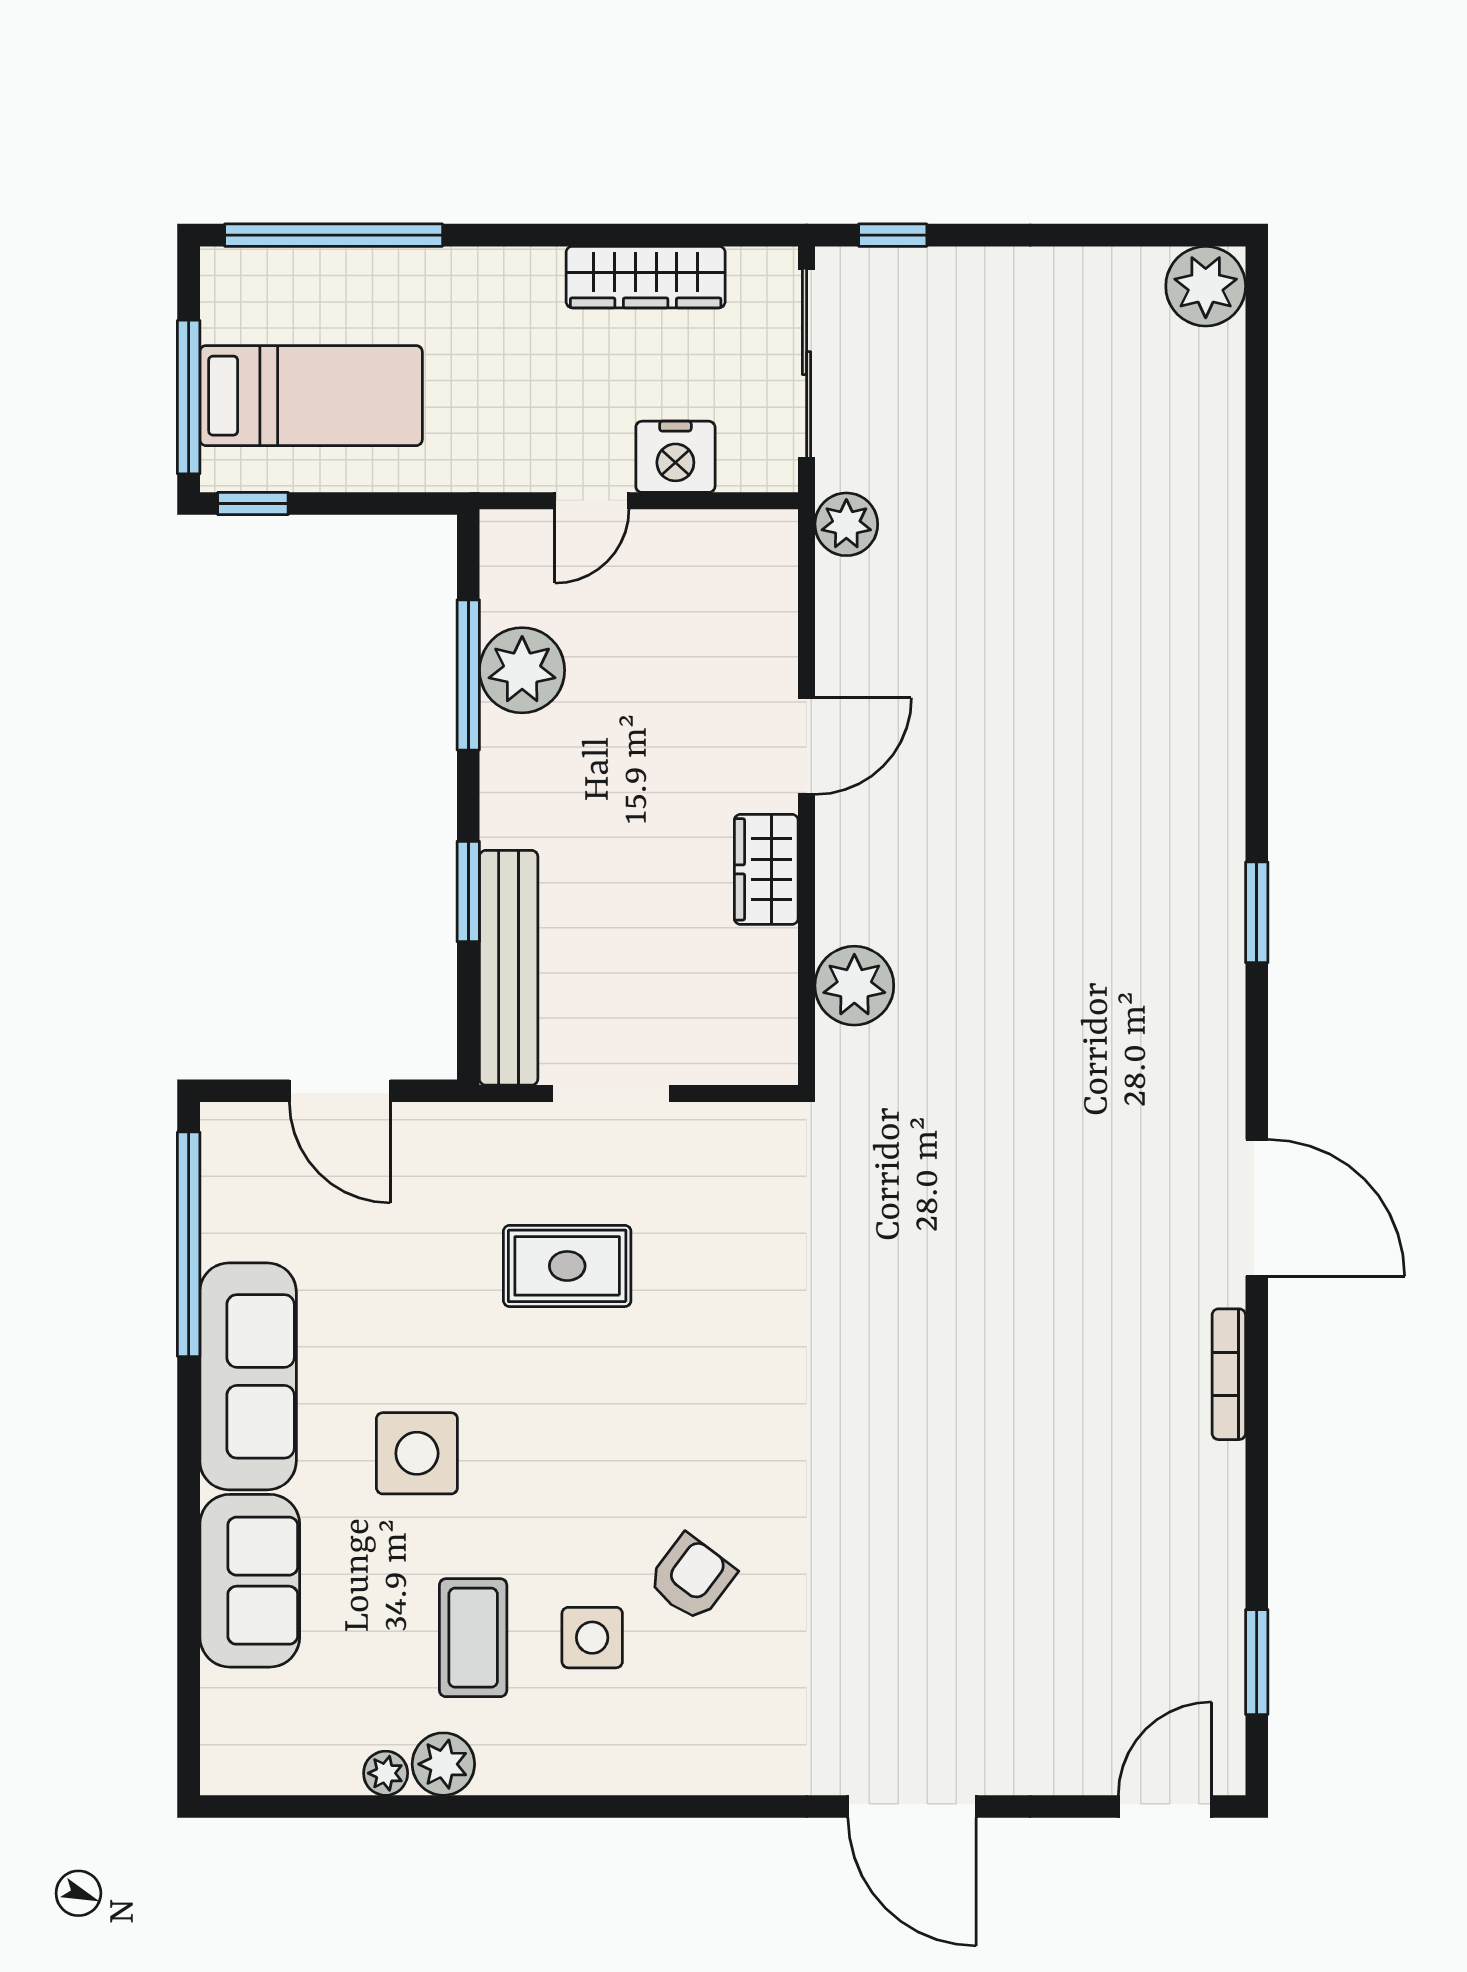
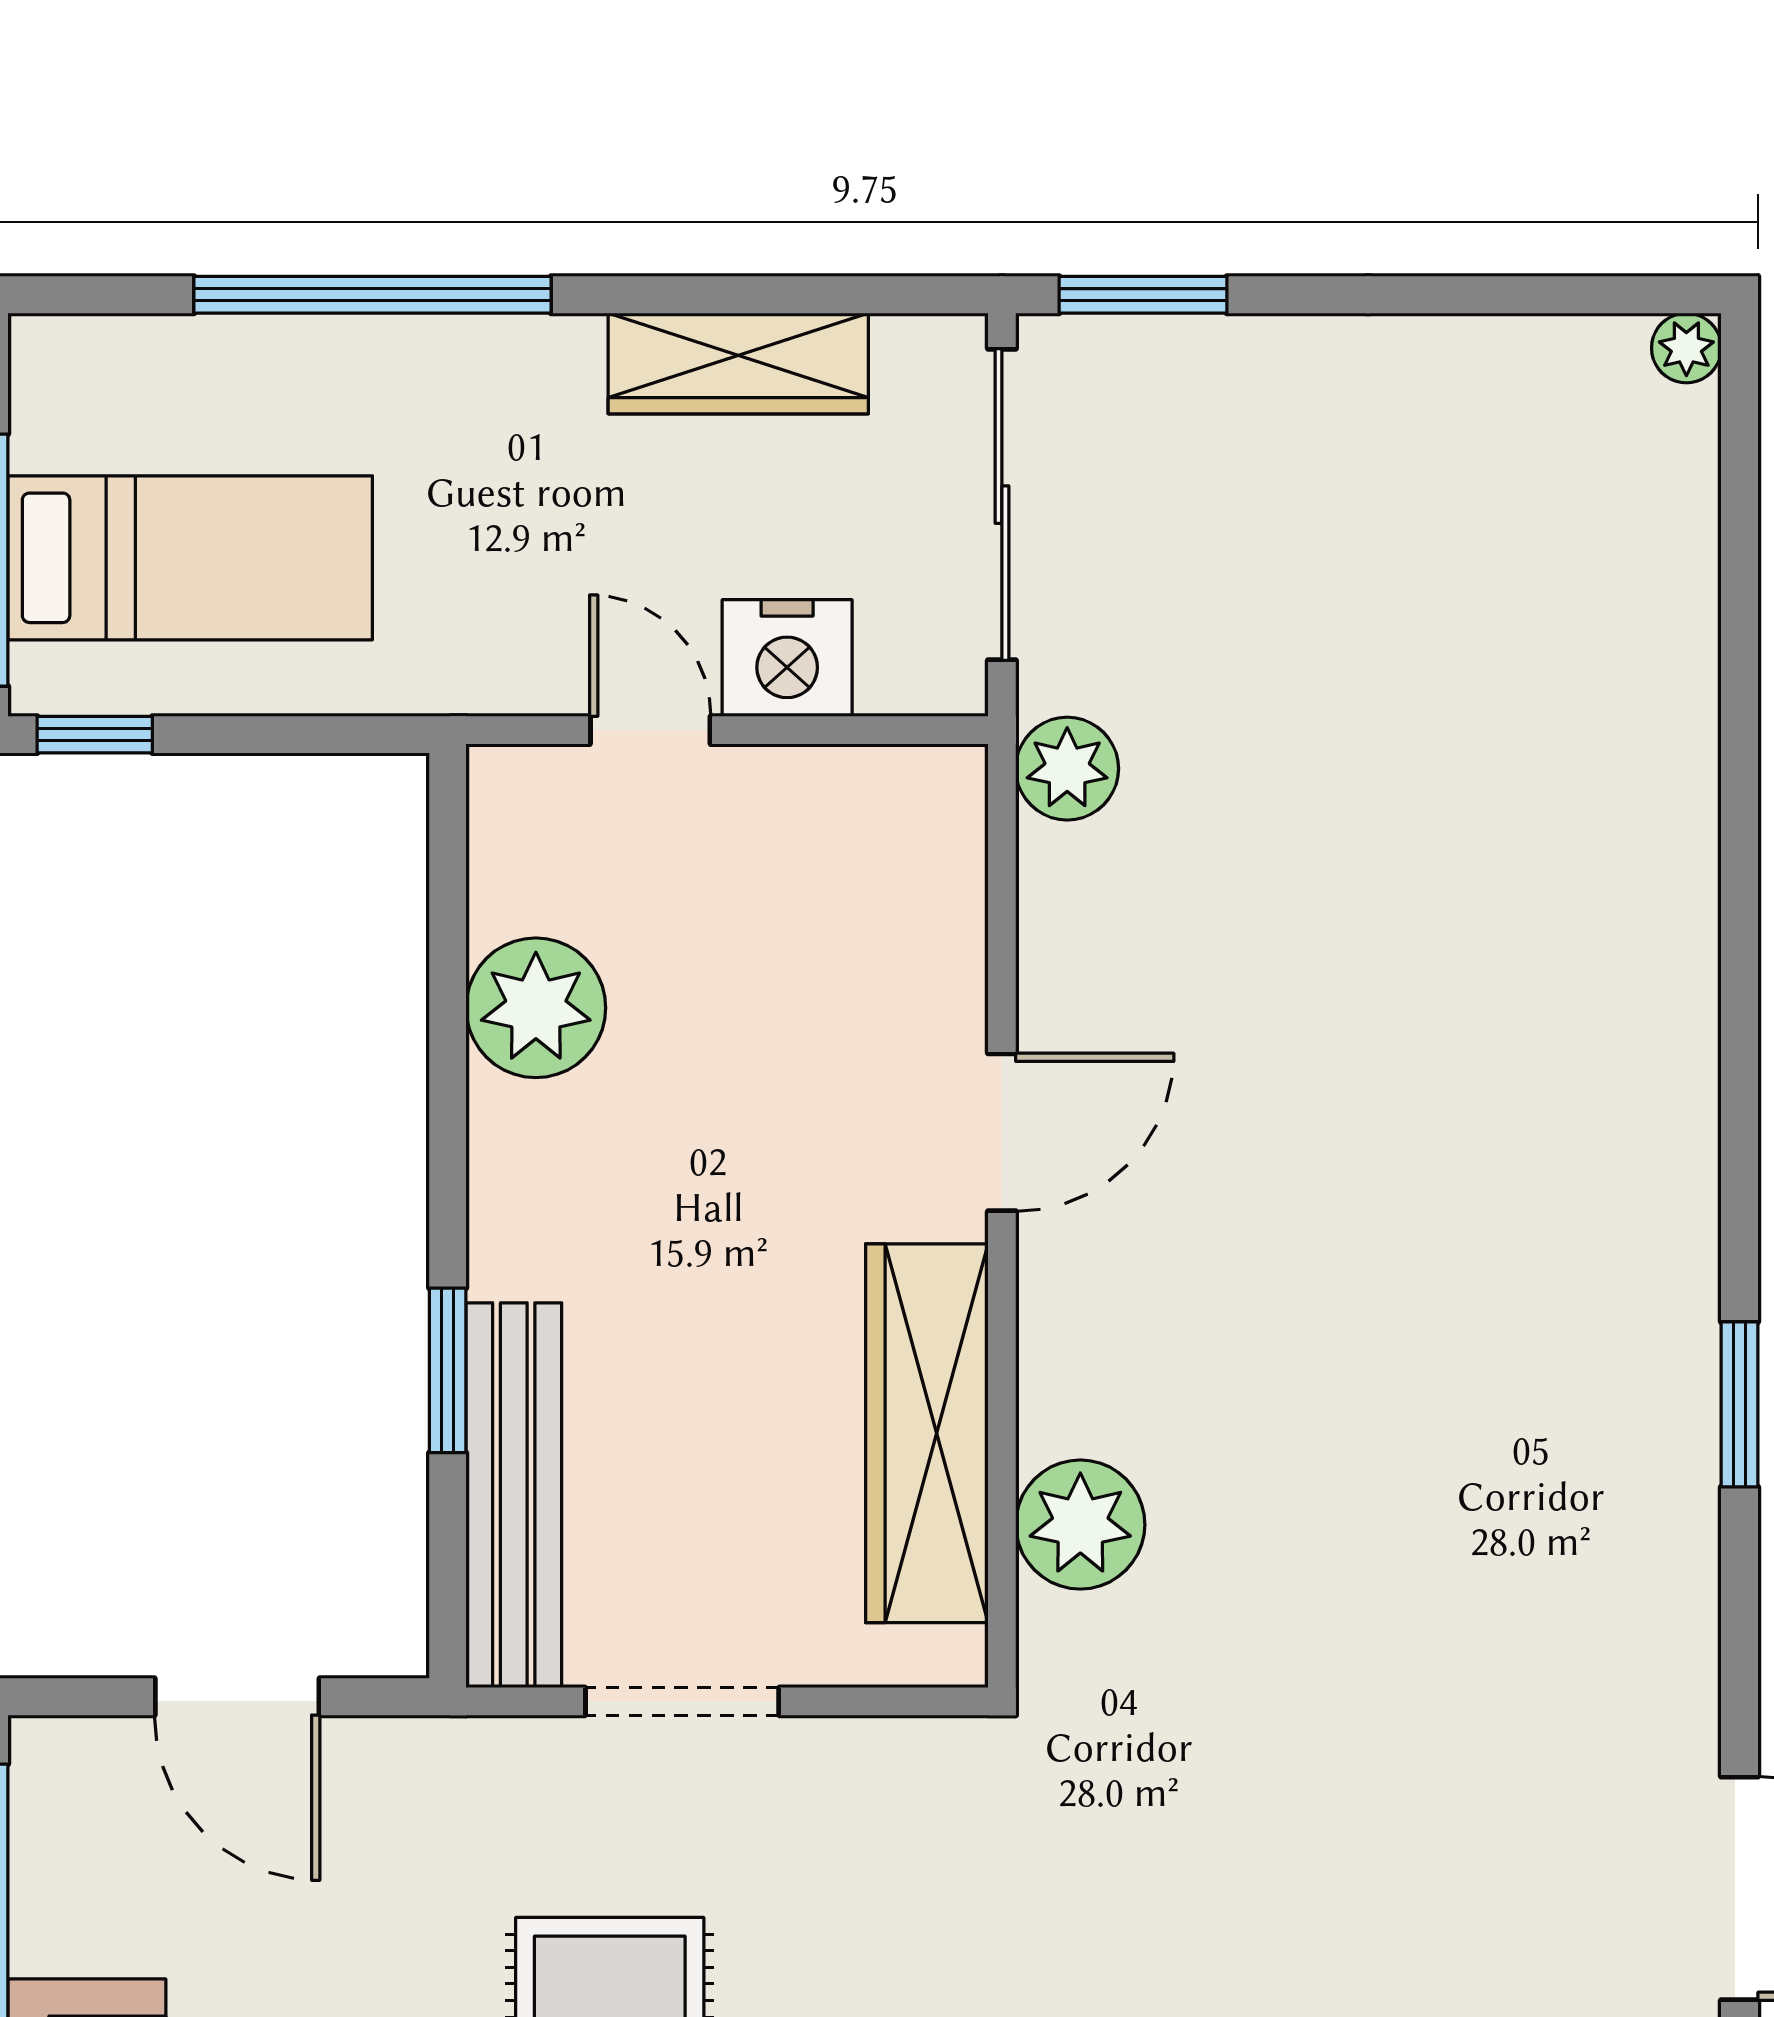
window: (334, 235) -> (373, 295), moved
window: (893, 235) -> (1143, 295), width x1.50
plant: (1206, 286) -> (1686, 348), width x0.53, depth x0.53
door: (592, 501) -> (650, 730), swing flipped
window: (468, 675) -> (448, 1015), removed
wardrobe: (766, 869) -> (927, 1433), width x2.10, depth x1.17

